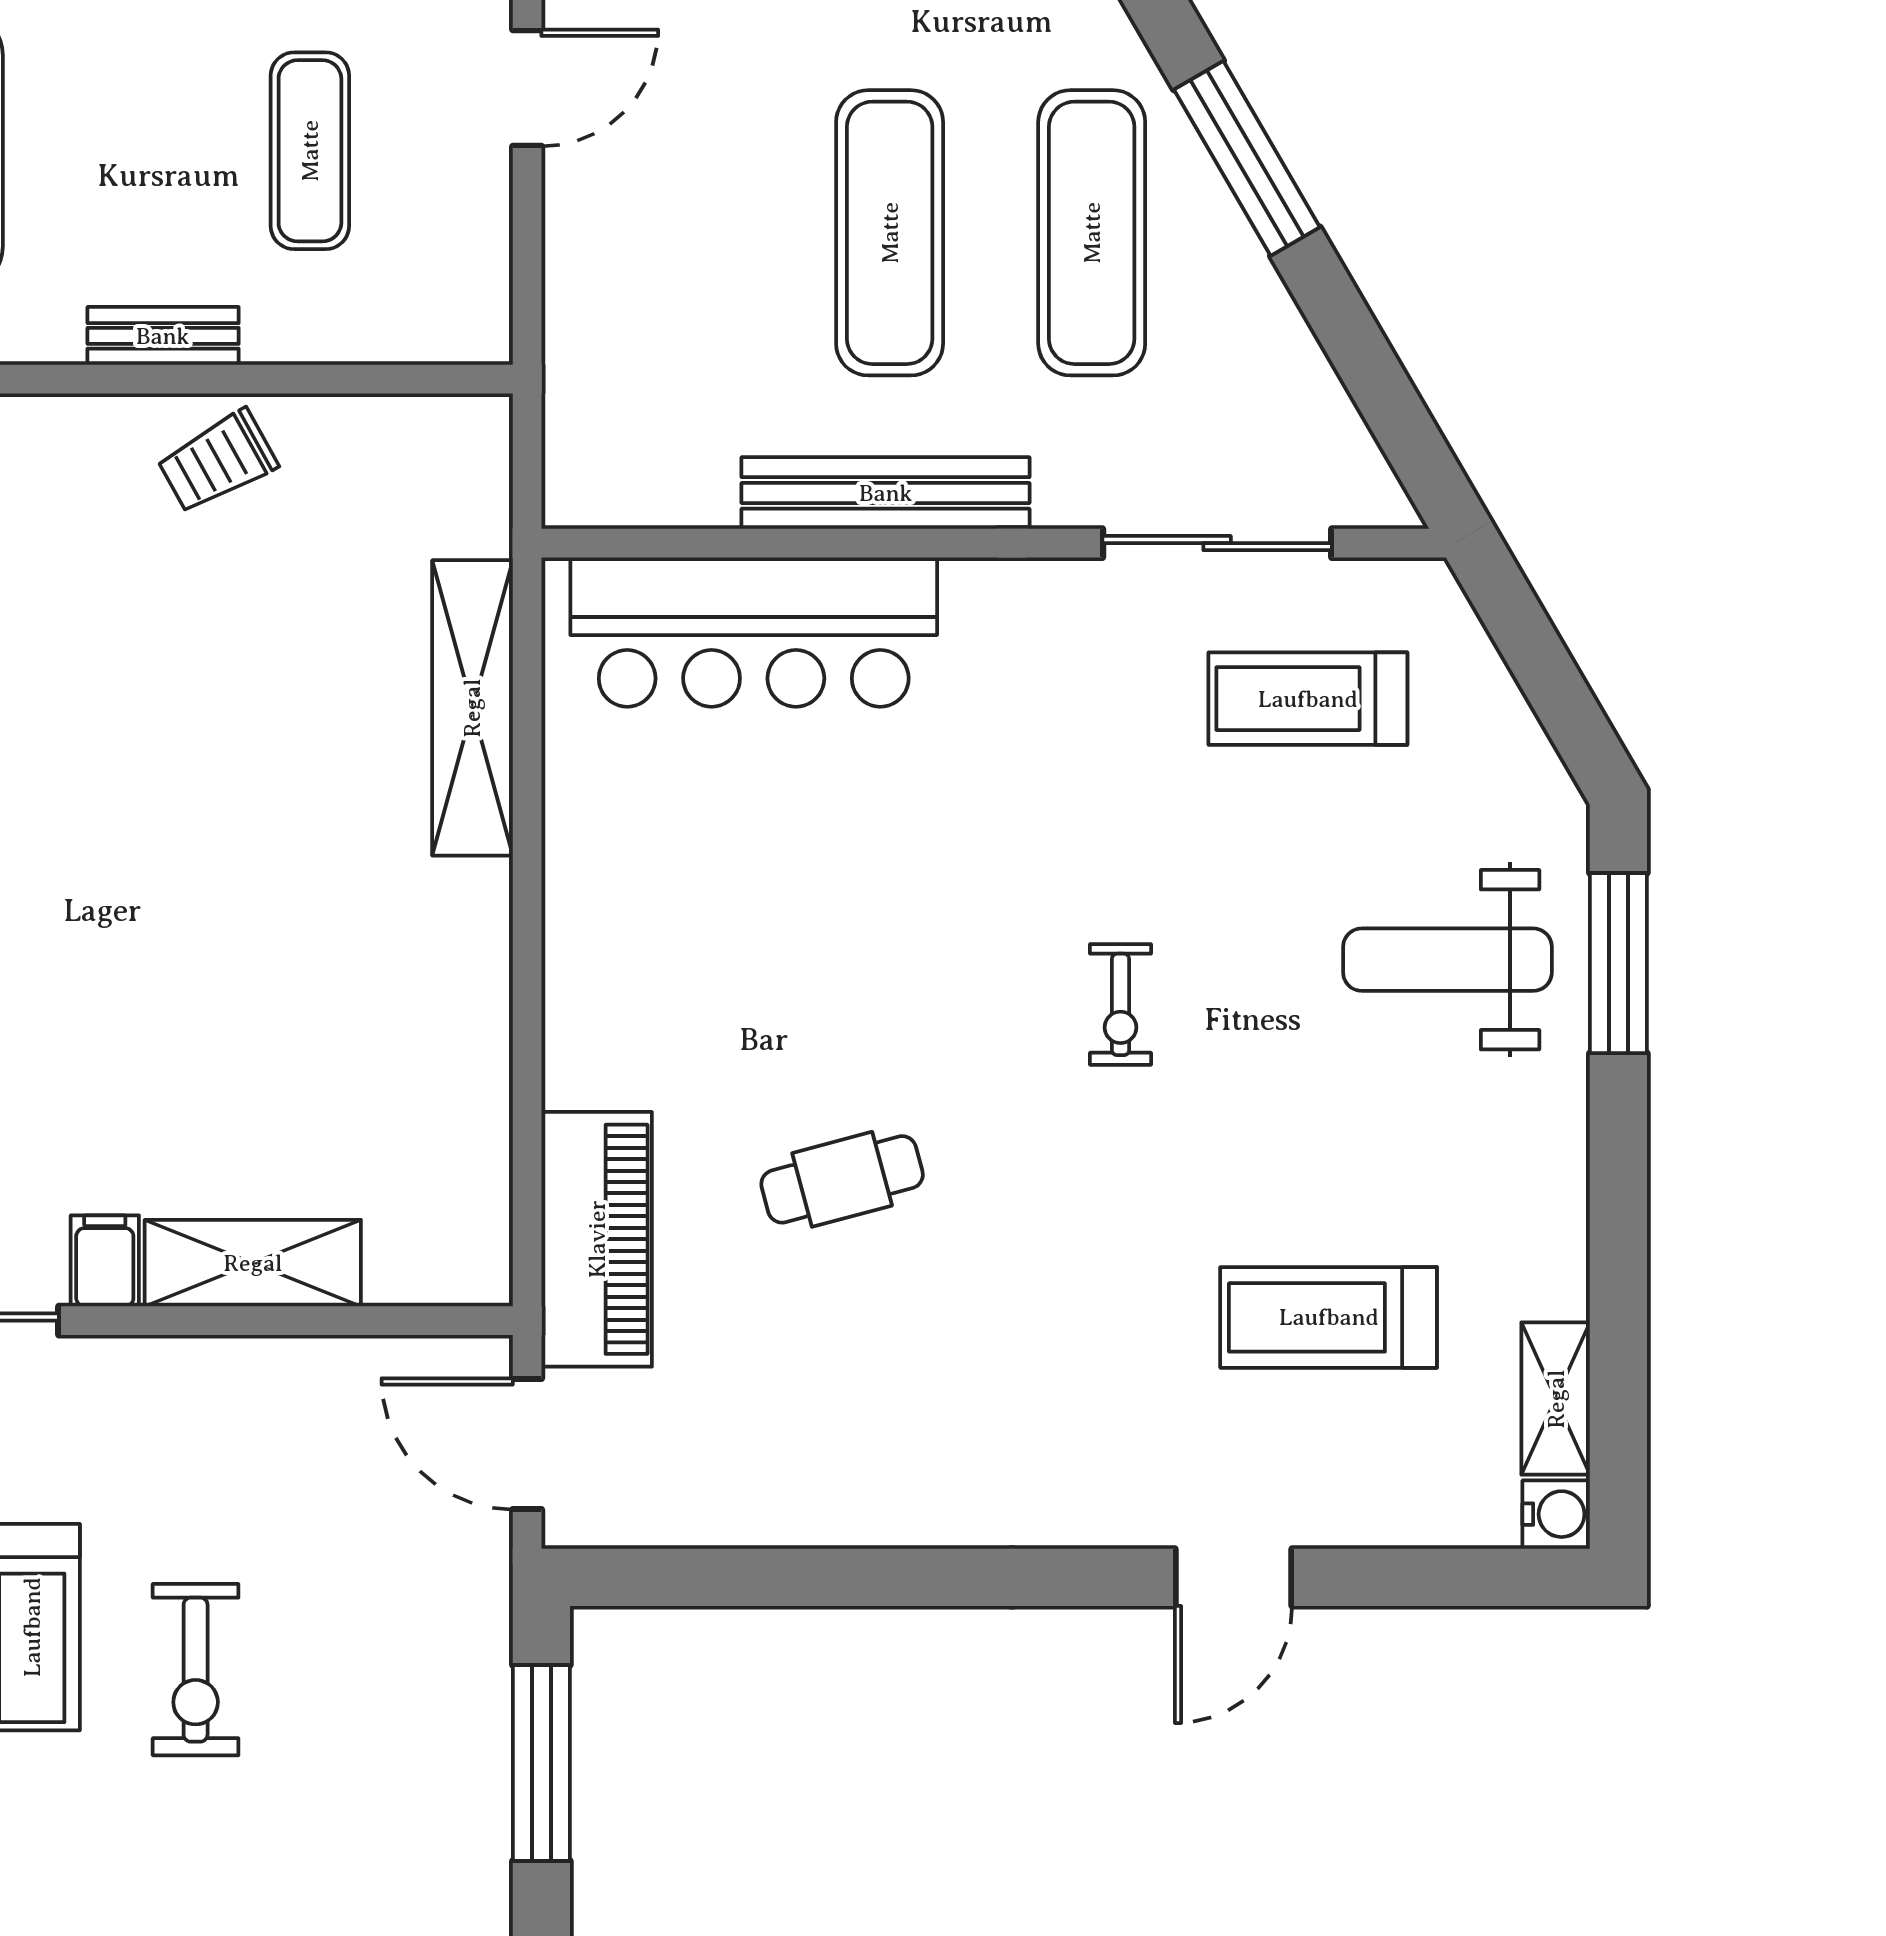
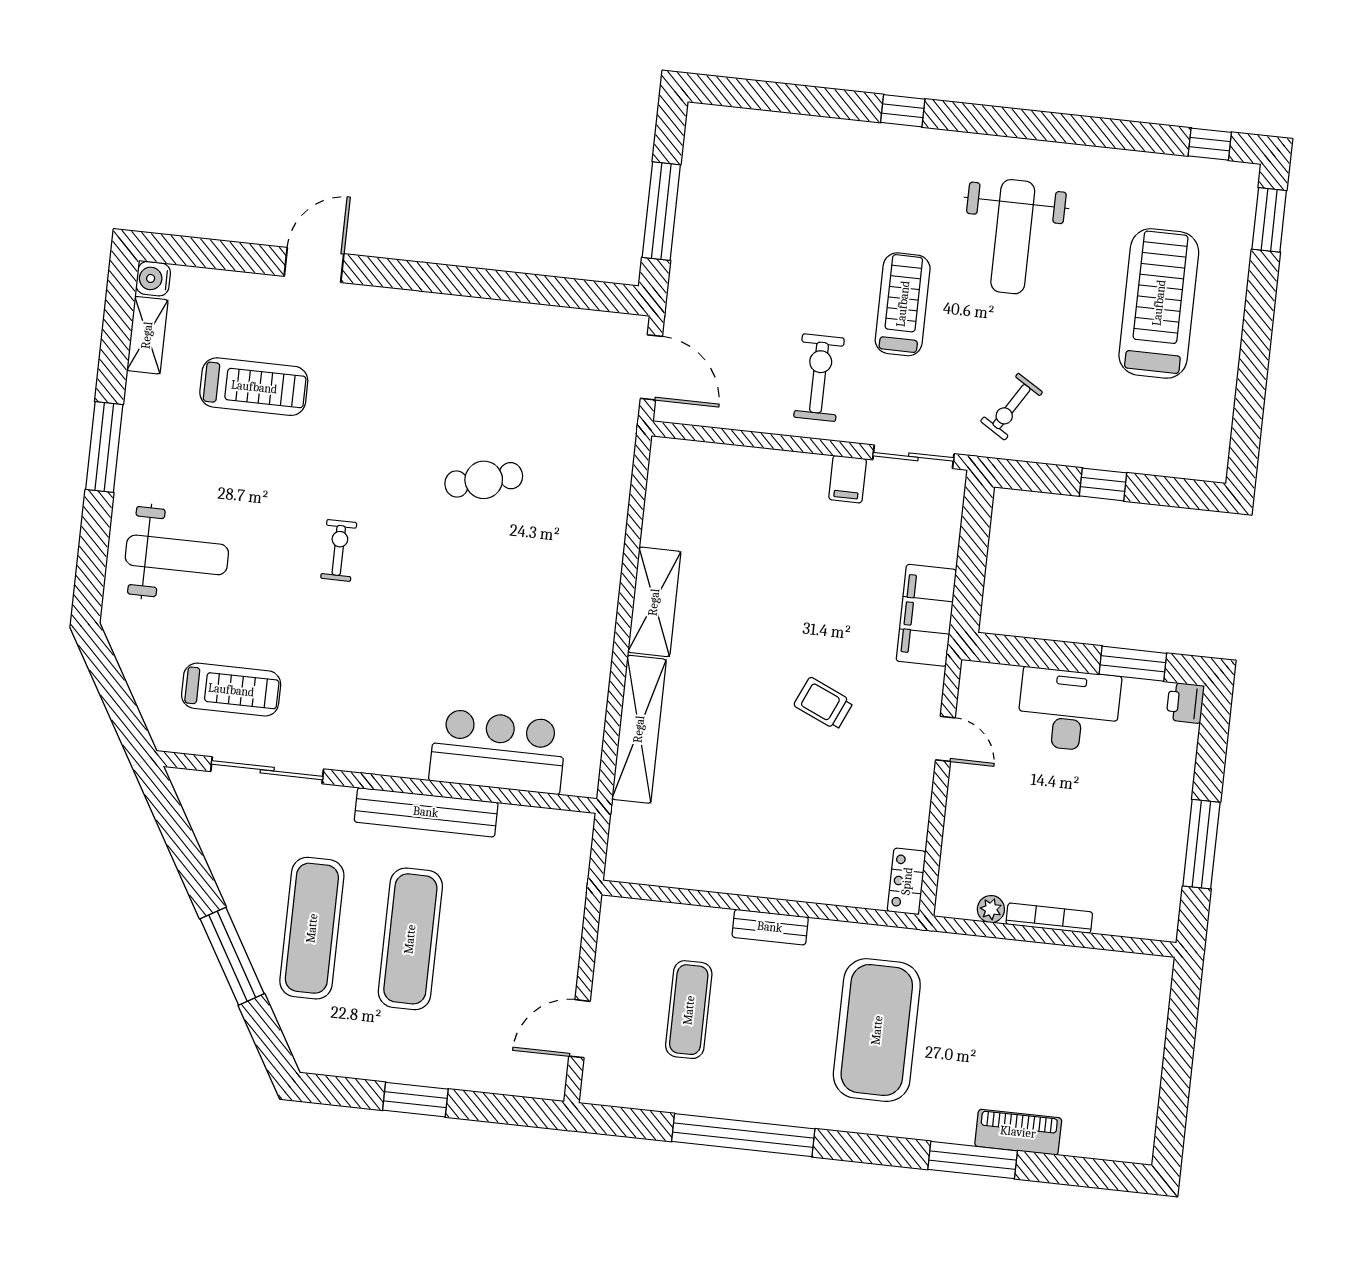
trolley: (217, 462) -> (823, 704), moved, turned -127
bar counter: (754, 632) -> (498, 751), width x0.73
window: (1618, 963) -> (104, 447), moved
piano: (597, 1239) -> (607, 464), removed
shelving: (253, 1263) -> (654, 602), moved, turned 90
exercise bike: (196, 1670) -> (819, 378), moved

